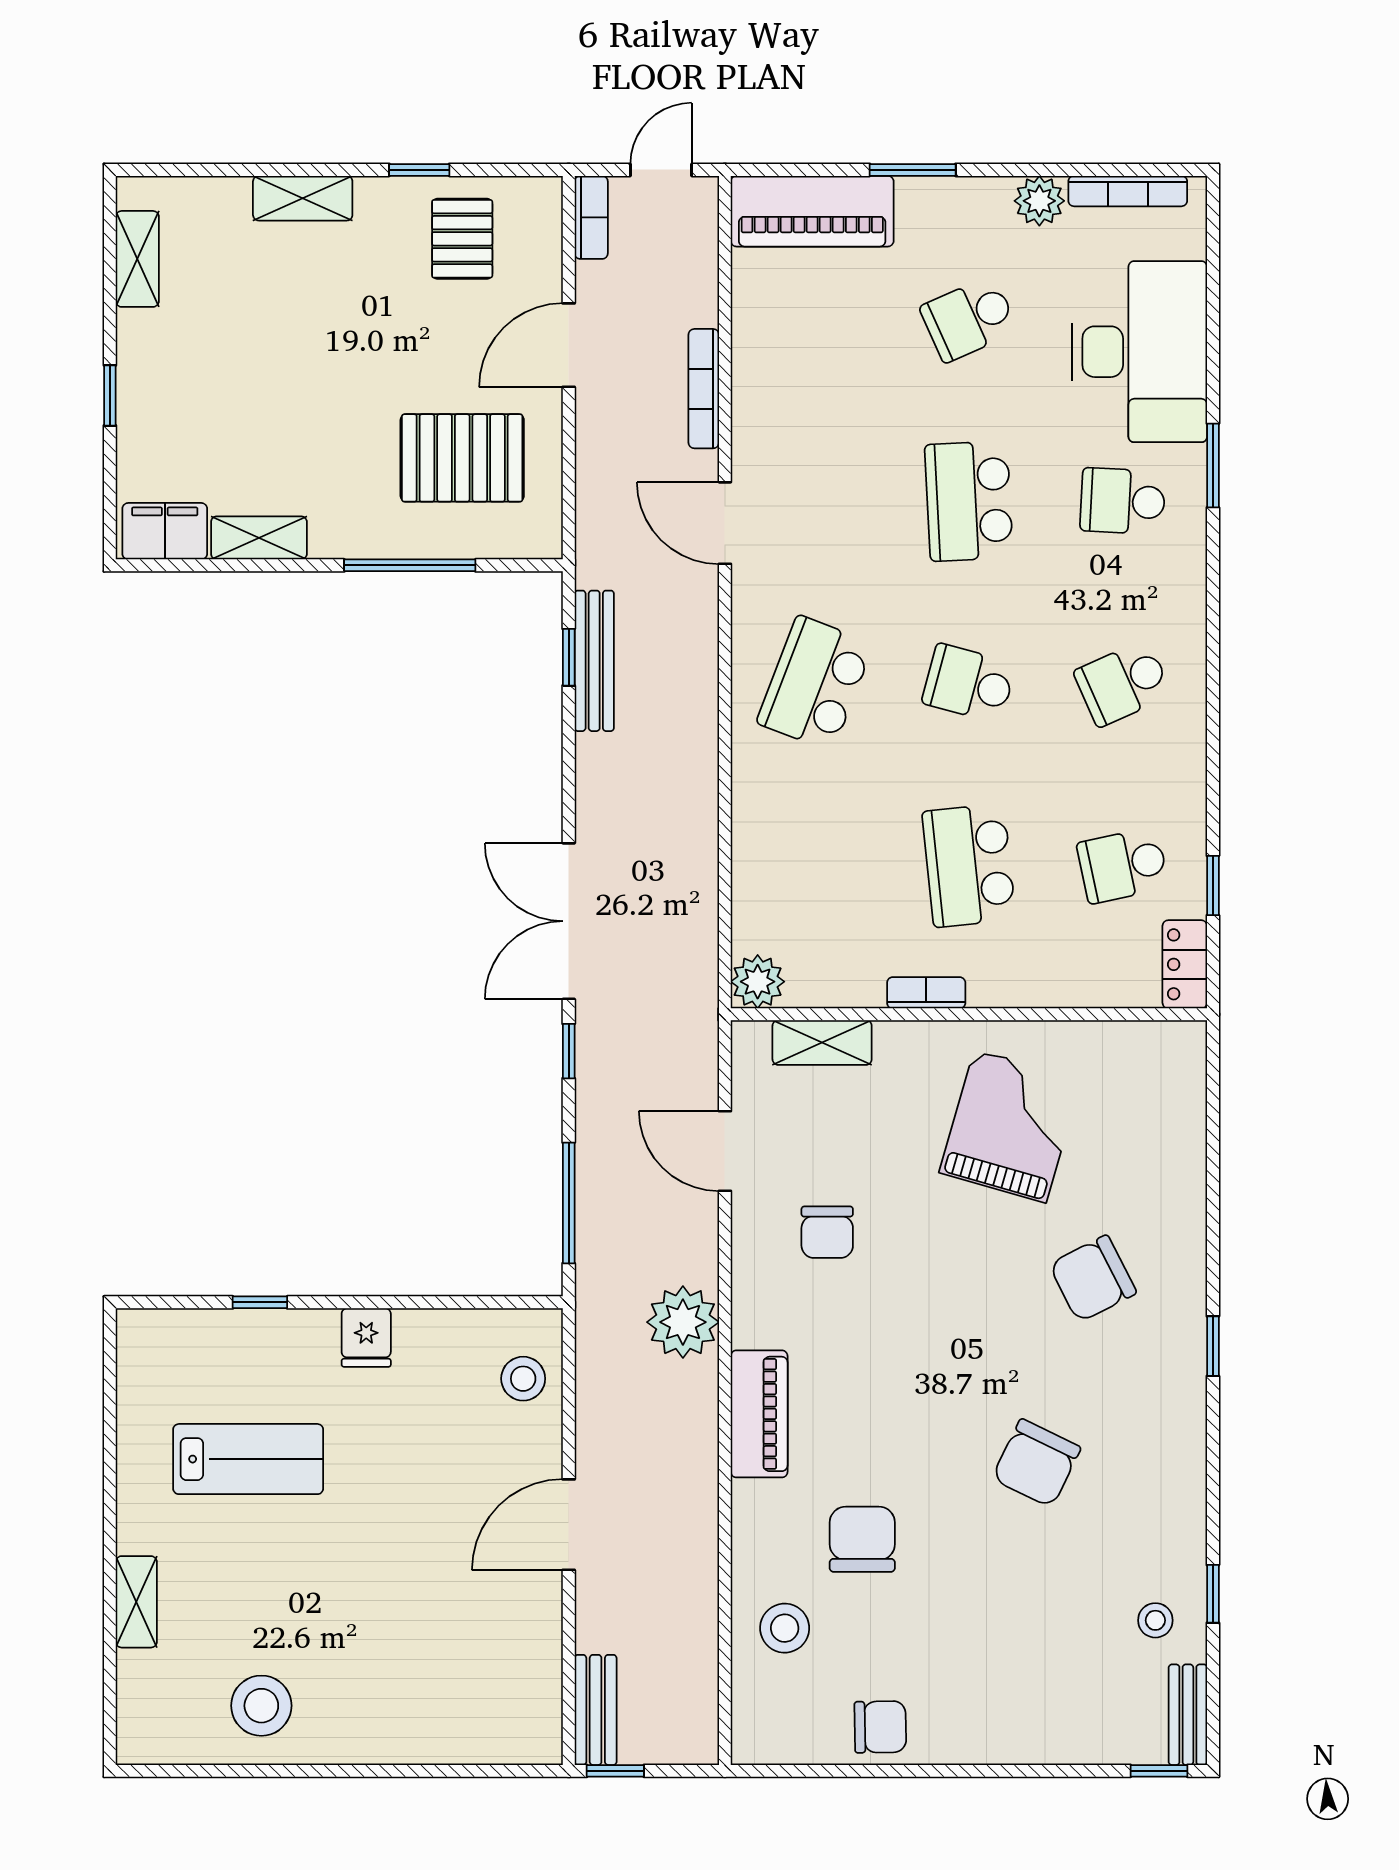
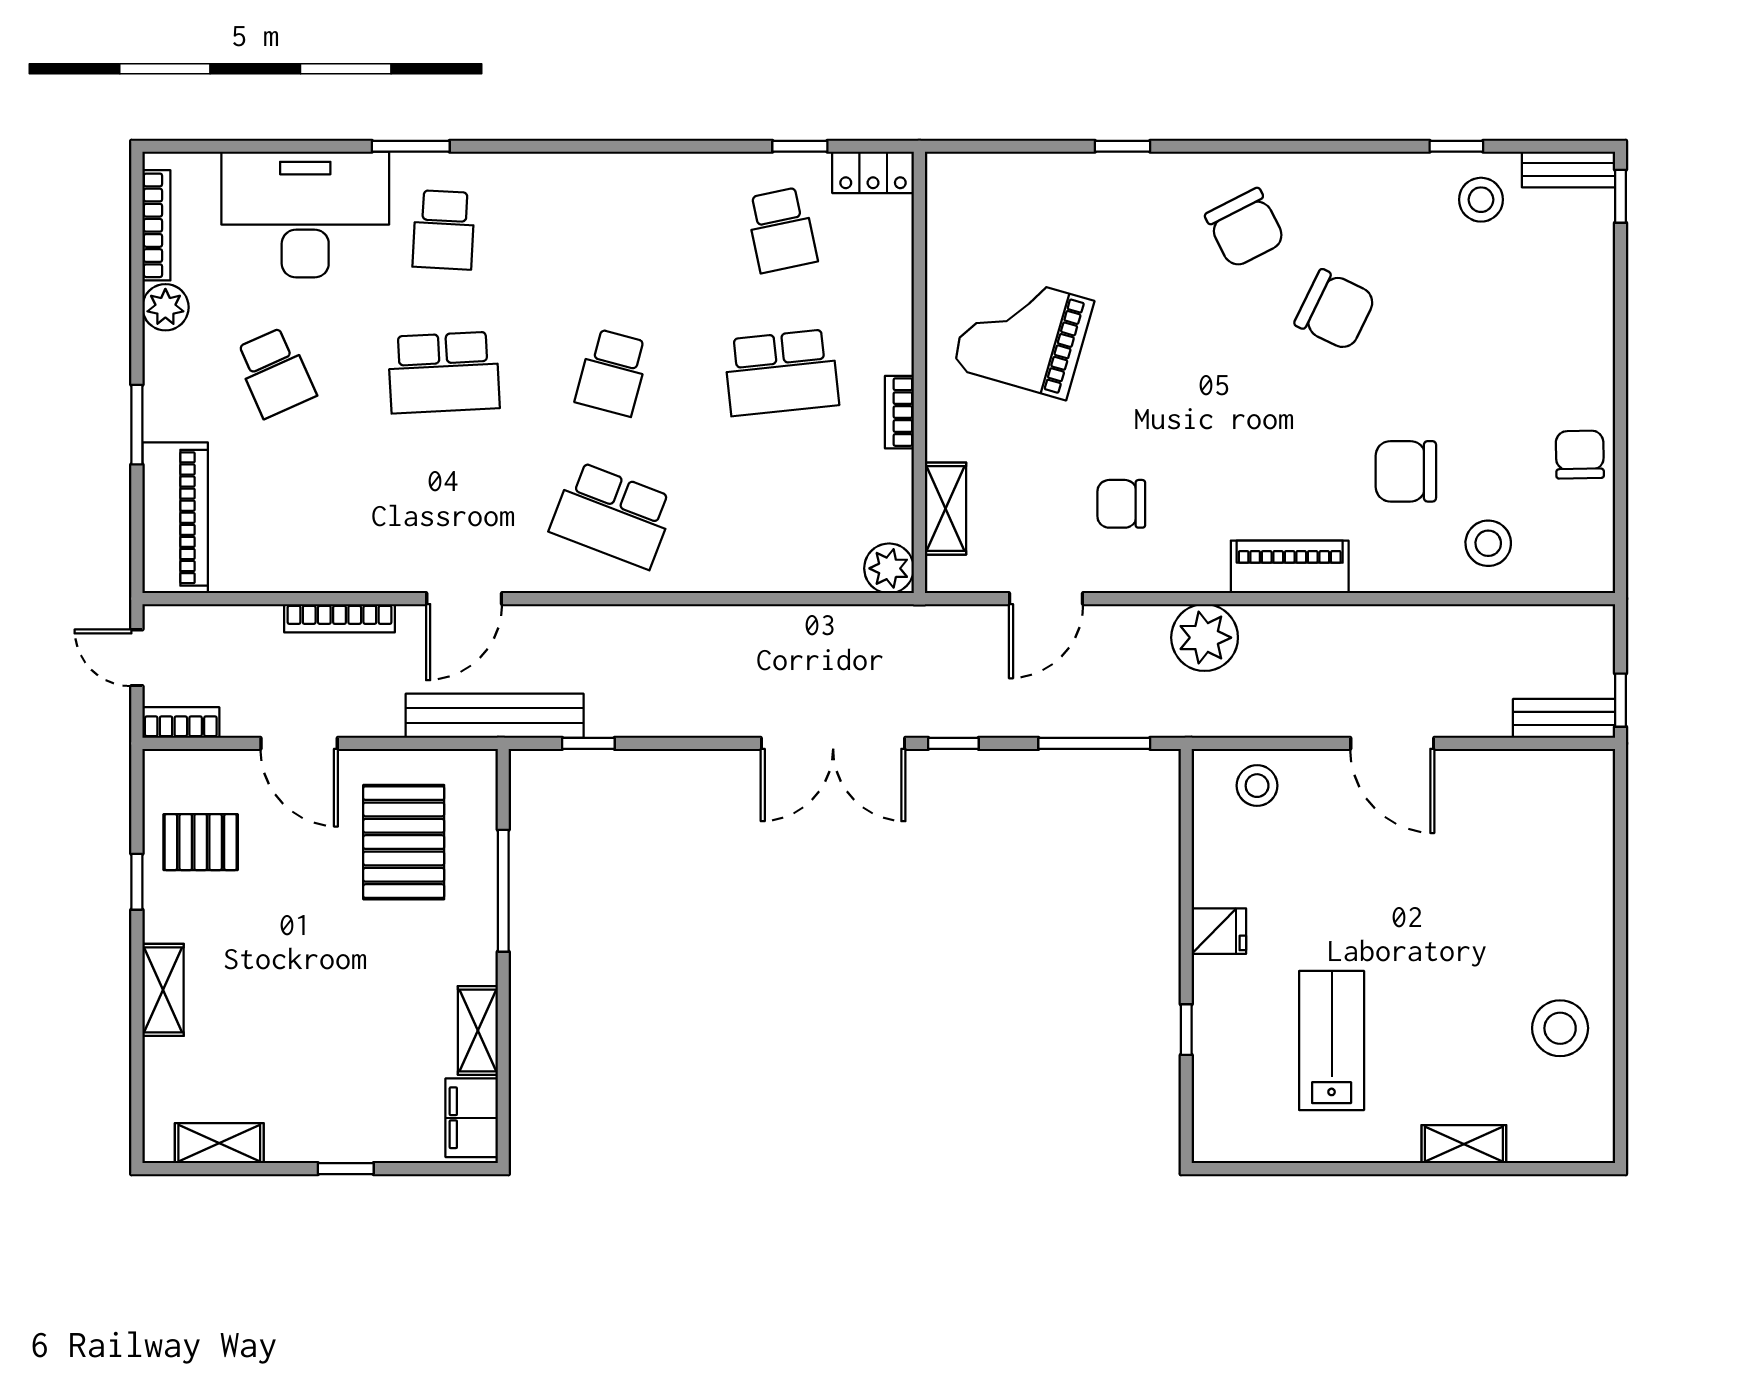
bench: (594, 661) -> (495, 716), moved, width x1.37, depth x1.21
school desk: (1123, 683) -> (613, 230), removed
chair: (827, 1232) -> (1121, 504), turned 180
chair: (1093, 1279) -> (1245, 228), moved
window: (1213, 1346) -> (1122, 146), moved
stool: (1155, 1620) -> (1481, 200), width x1.37, depth x1.37

